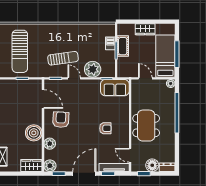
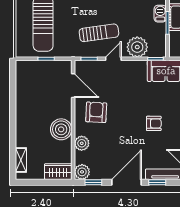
door: (74, 78) -> (113, 59), hinge flipped

